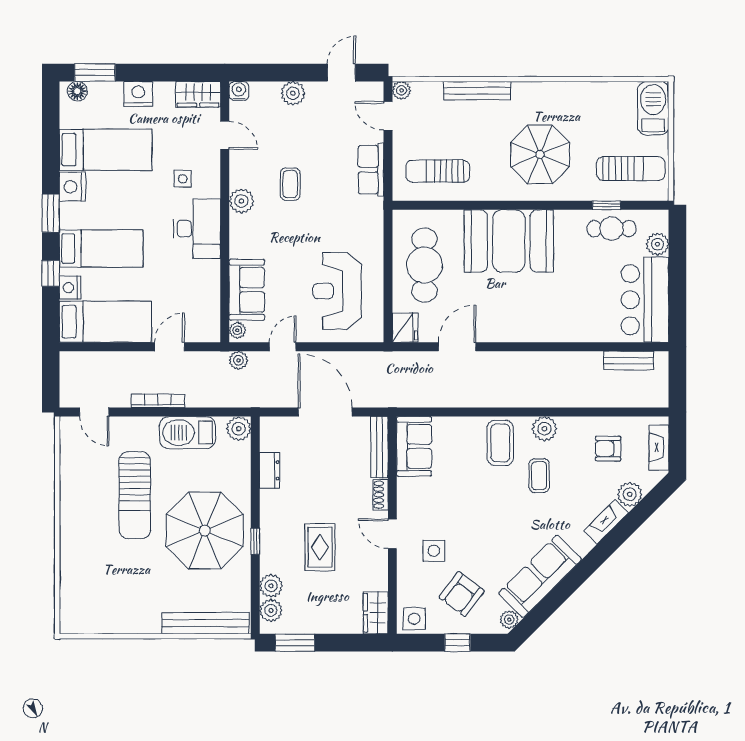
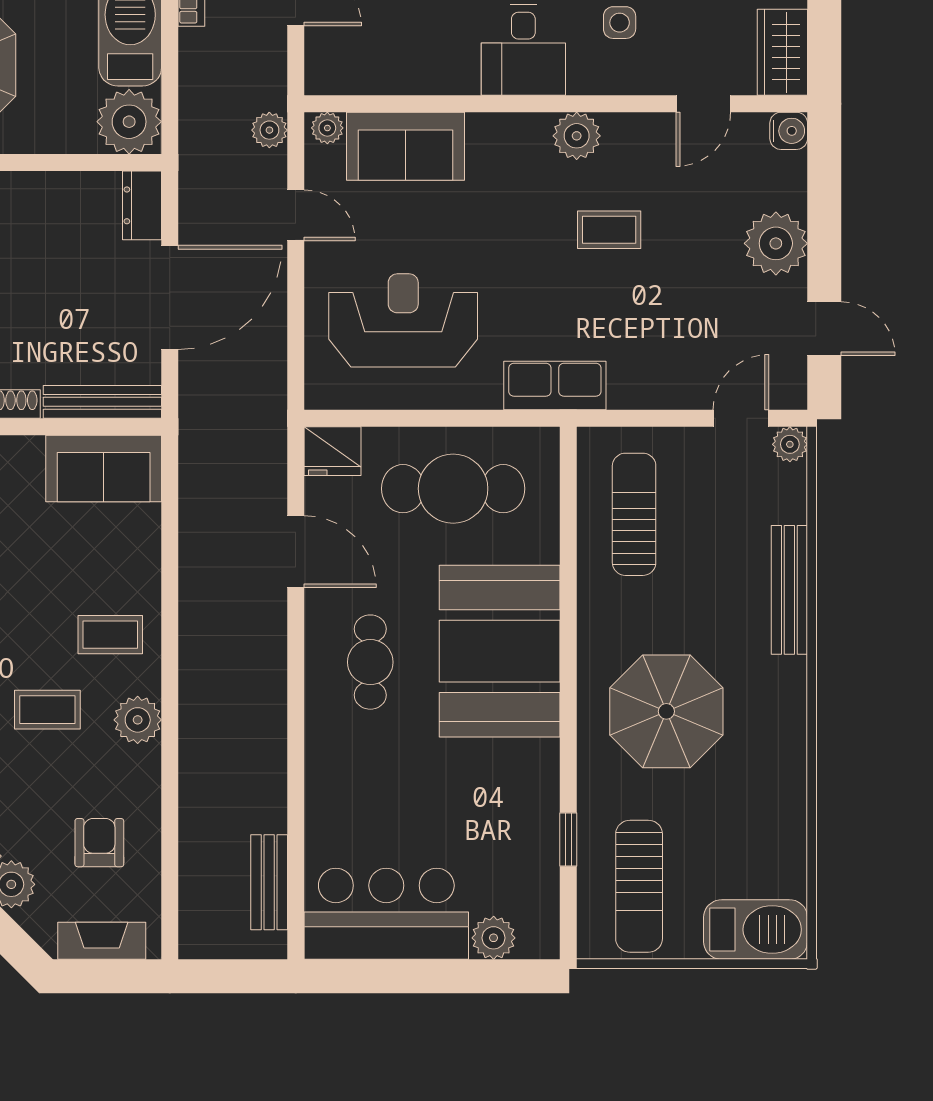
plant: (293, 93) -> (776, 243), width x1.36, depth x1.36
row of seats: (371, 170) -> (555, 386), moved
desk: (197, 229) -> (523, 50), width x0.73
cafe table: (612, 229) -> (370, 662), moved
plant: (239, 429) -> (129, 122), width x1.36, depth x1.36
coffee table: (500, 443) -> (110, 635), width x0.73, depth x0.77
dresser: (270, 470) -> (142, 205), moved, turned 90

